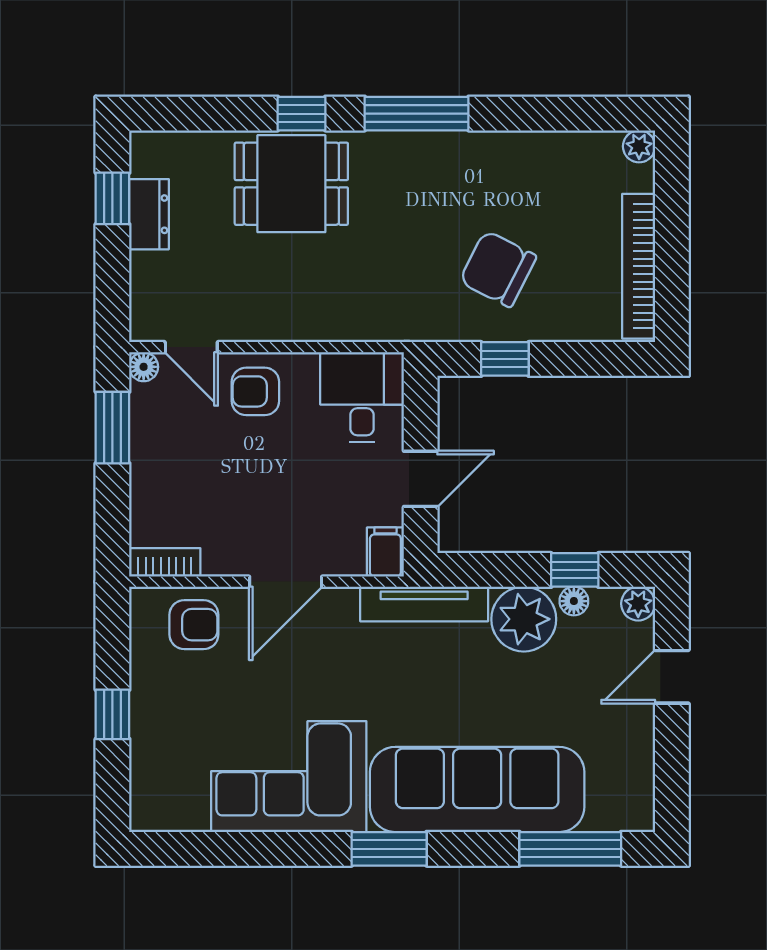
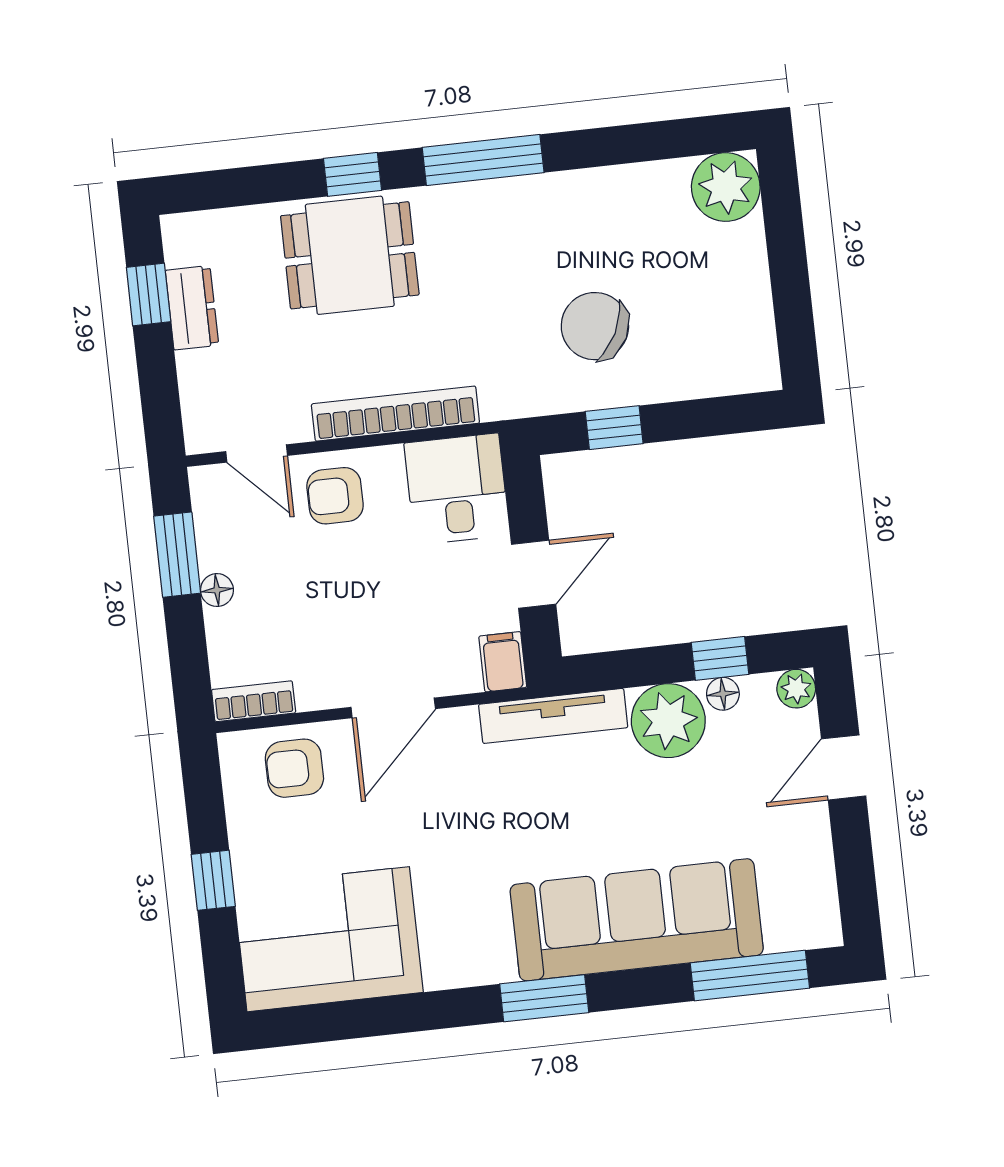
plant: (639, 146) -> (726, 187), width x1.87, depth x1.87
bookcase: (639, 266) -> (395, 414), moved, turned 90
floor lamp: (144, 367) -> (217, 590), moved
armchair: (194, 625) -> (294, 768), turned 180
corner sofa: (289, 777) -> (328, 939), moved

